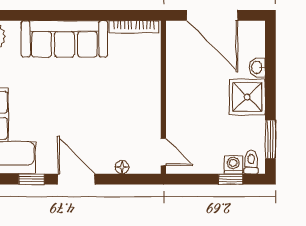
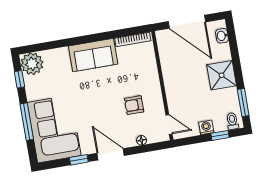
sofa: (64, 39) -> (93, 55), width x0.73
washbasin: (257, 67) -> (222, 36), moved
armchair: (120, 117) -> (134, 105), added
washing machine: (233, 165) -> (206, 127), moved

